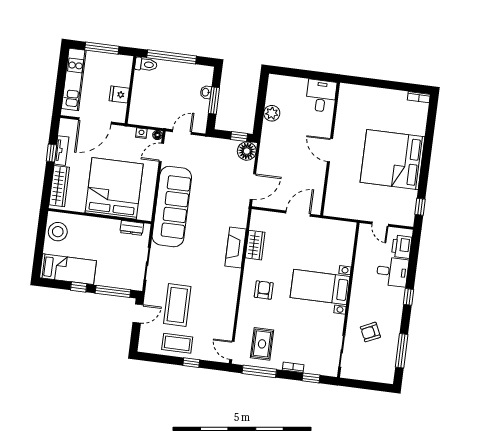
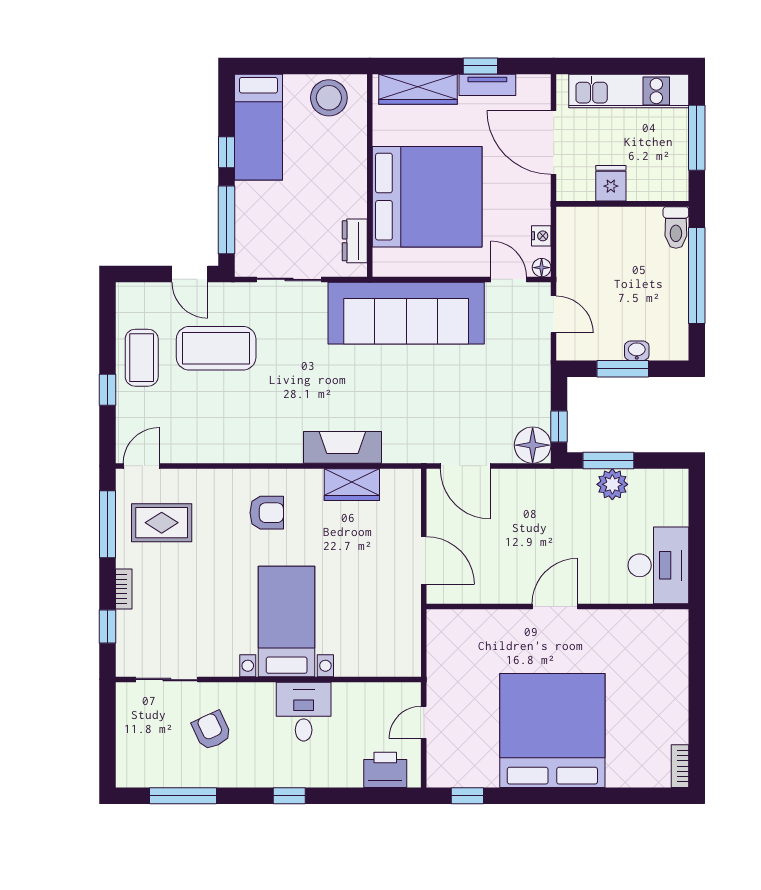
desk: (321, 96) -> (658, 565), width x1.37
window: (260, 114) -> (608, 461), added
desk: (392, 272) -> (304, 712), moved, turned 180

